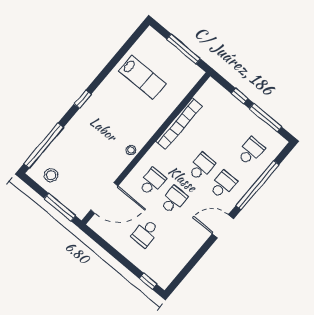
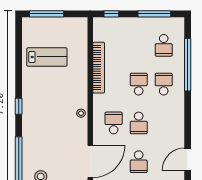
window: (184, 49) -> (47, 14), moved
window: (240, 96) -> (111, 14), moved
school desk: (251, 151) -> (164, 45), turned 180
school desk: (173, 200) -> (139, 123), turned 180
door: (223, 226) -> (188, 159), moved

